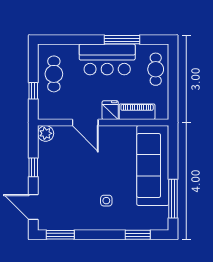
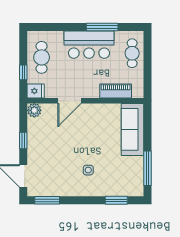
fridge: (110, 110) -> (36, 91), moved, turned 90
door: (85, 123) -> (69, 101), hinge flipped
sofa: (153, 166) -> (133, 129), width x0.74, depth x0.79

